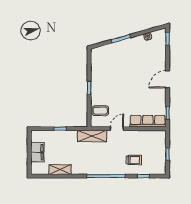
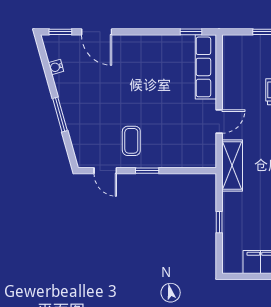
door: (89, 64) -> (105, 171), added
door: (168, 79) -> (97, 32), moved
coffee table: (100, 111) -> (131, 141), moved
door: (117, 129) -> (219, 121), swing flipped

